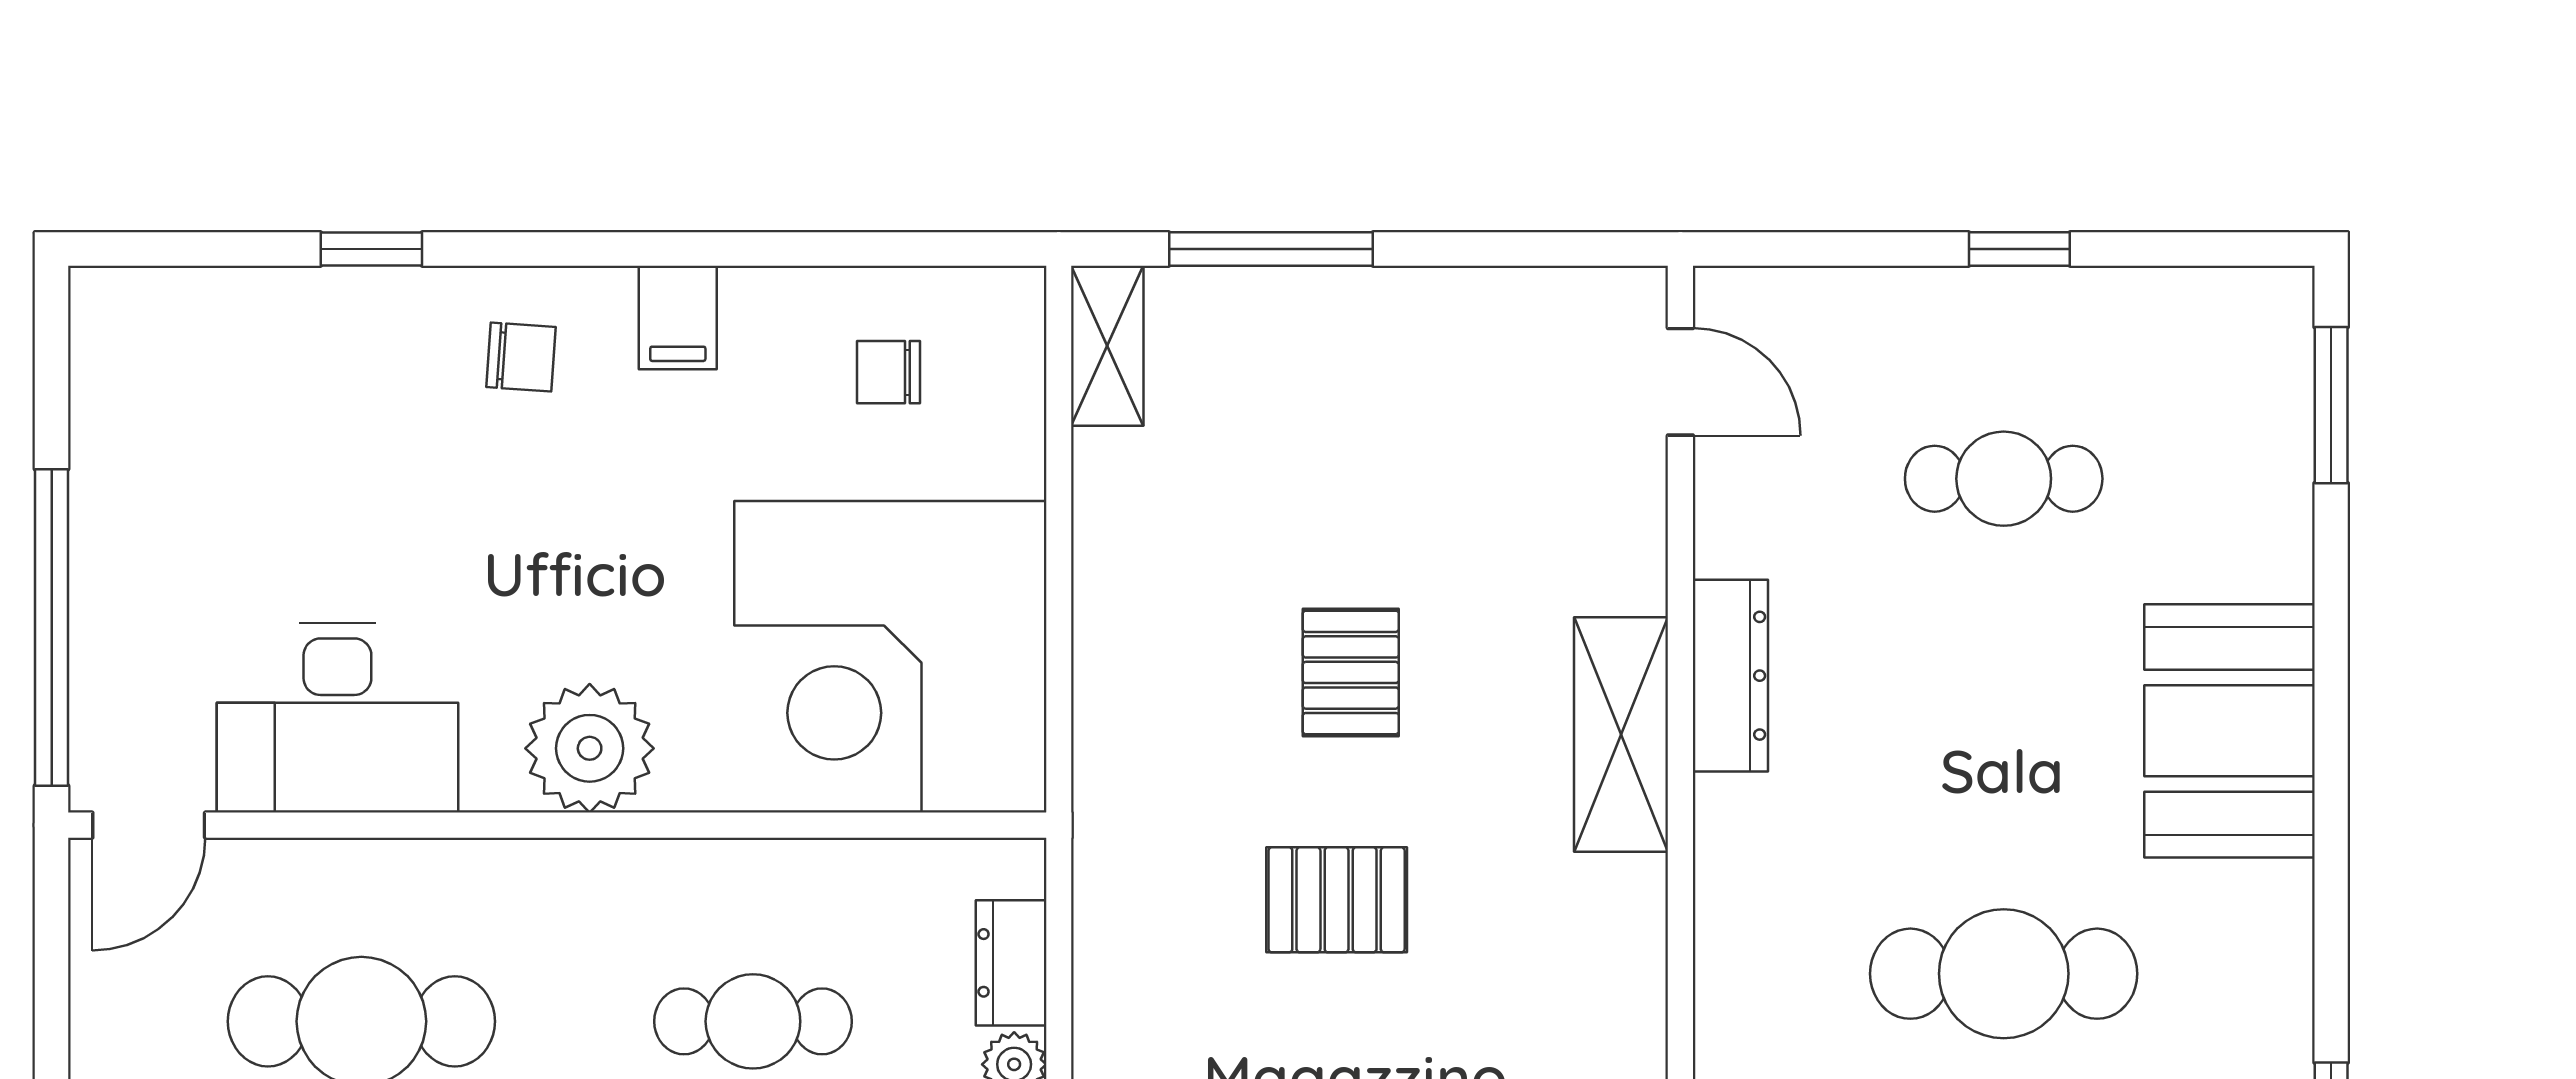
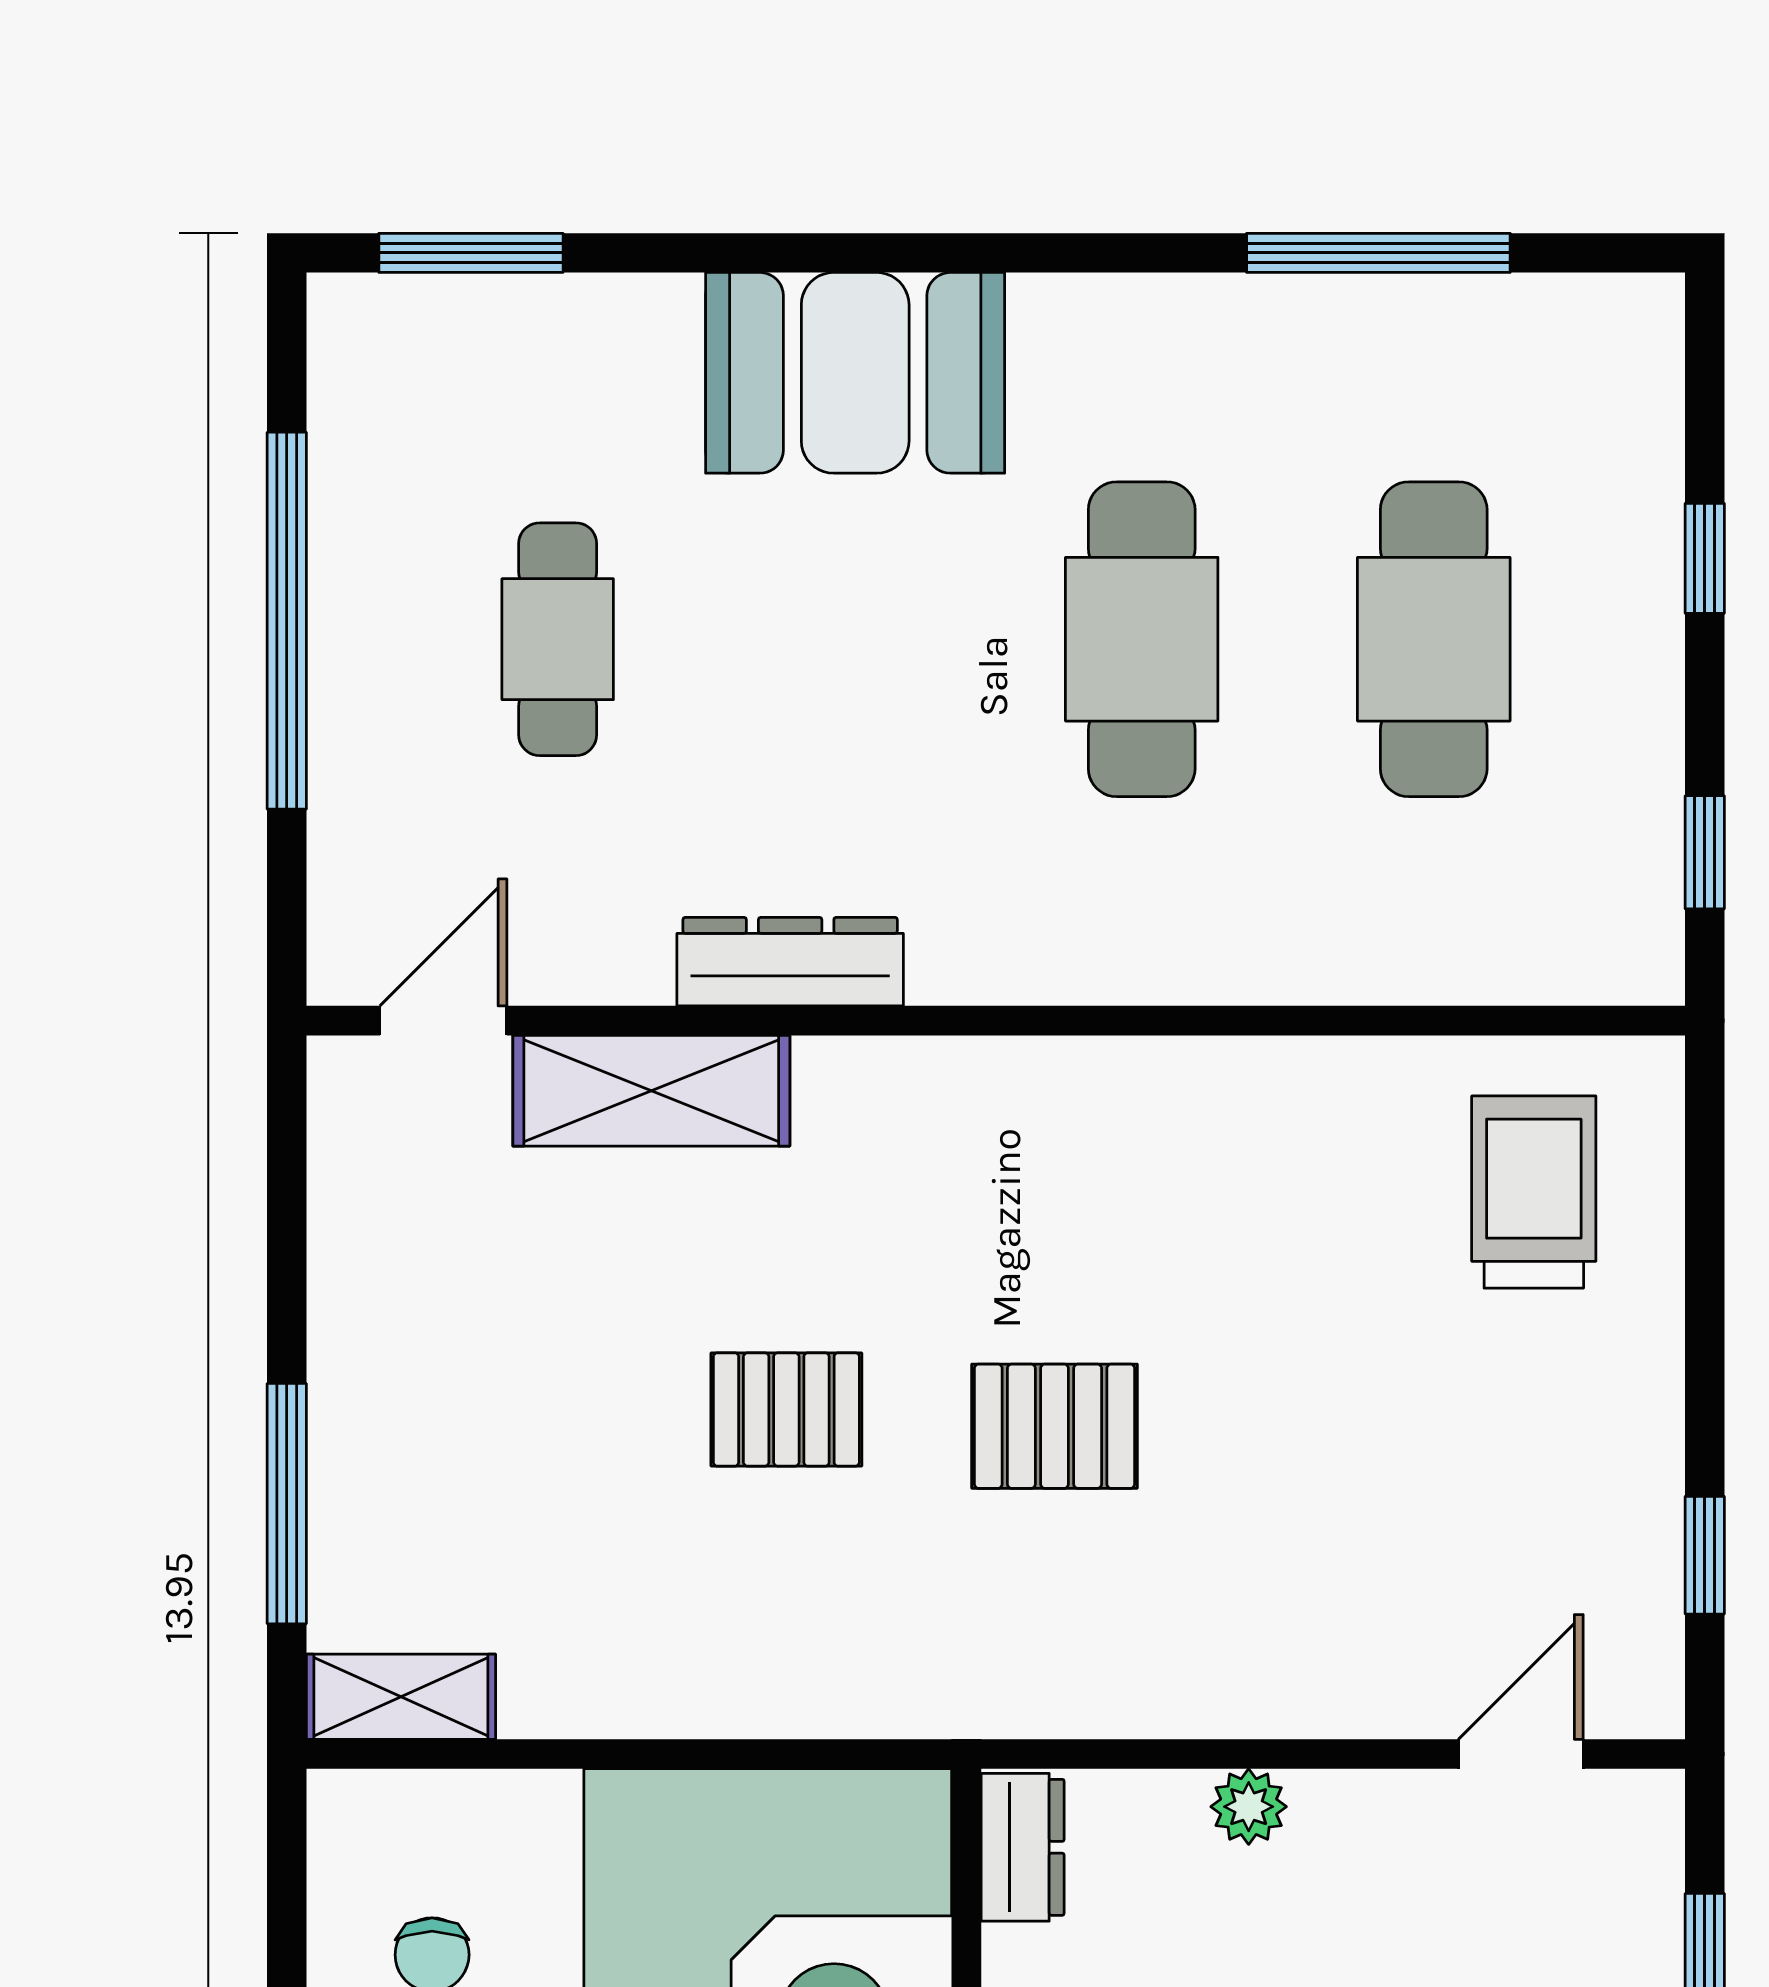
window: (2019, 249) -> (287, 621), width x3.17
shelving: (1621, 734) -> (651, 1091), moved
pallet: (1337, 900) -> (1055, 1426), turned 90
dresser: (1011, 963) -> (1023, 1847), moved, turned -90

